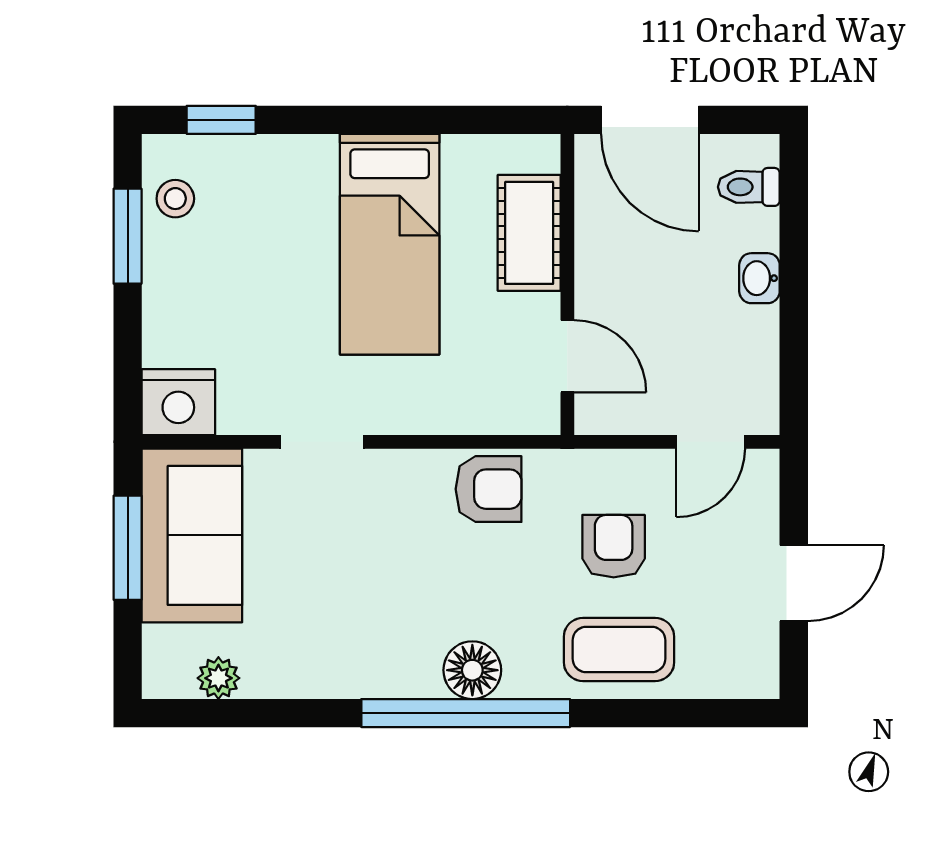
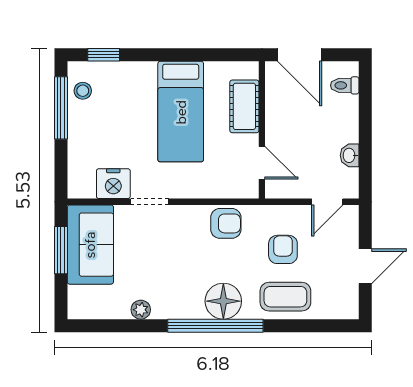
window: (128, 236) -> (61, 108), width x1.44
washbasin: (759, 278) -> (350, 155), moved
nightstand: (178, 402) -> (113, 184), moved
floor lamp: (472, 670) -> (223, 301), width x1.38, depth x1.38
plant: (218, 678) -> (141, 310), moved

